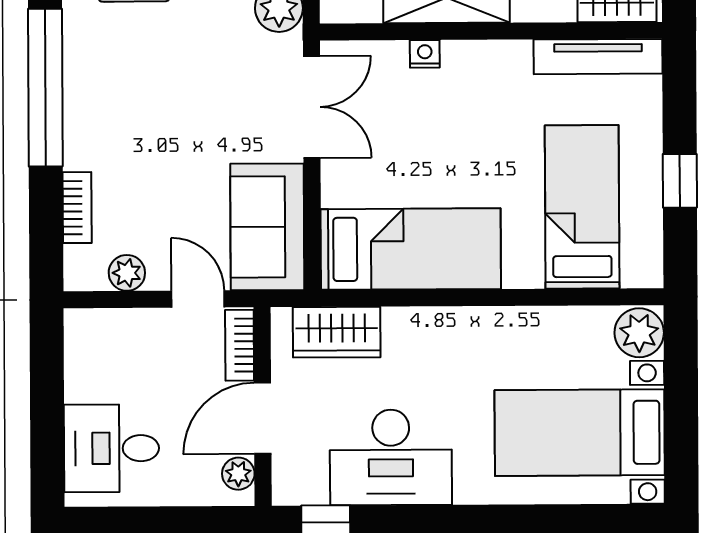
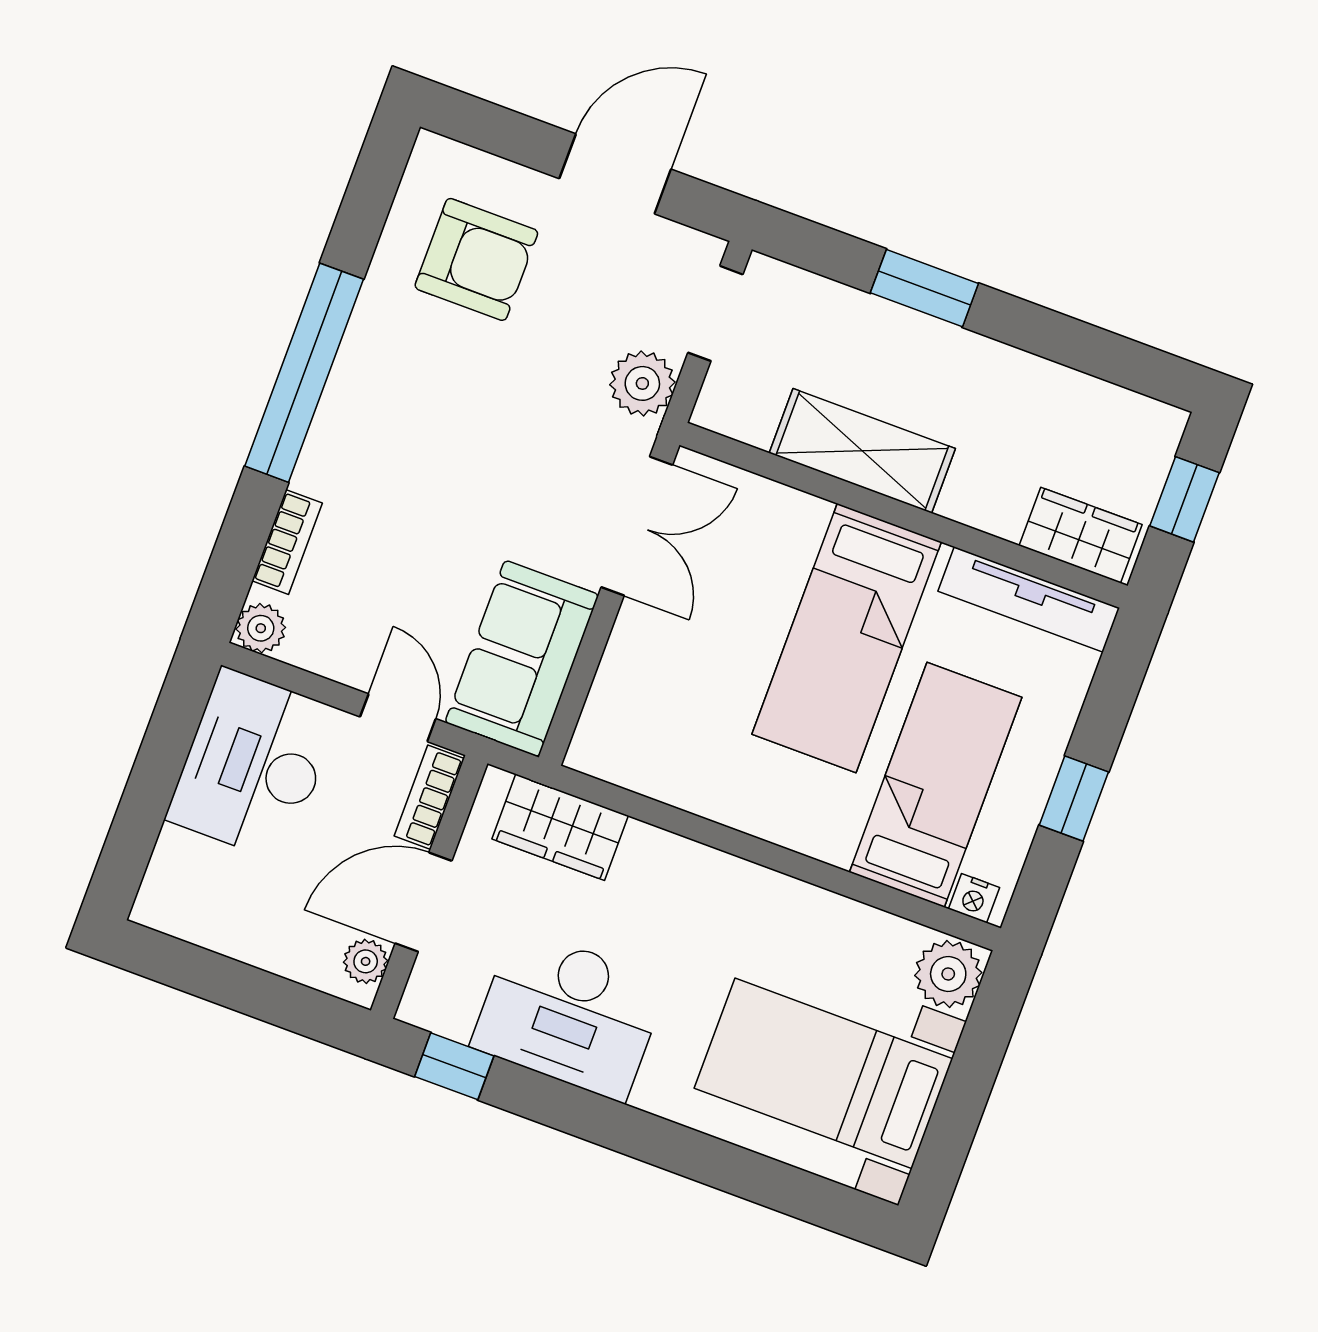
nightstand: (425, 54) -> (974, 898), moved, turned 180
bed: (411, 249) -> (847, 638), moved, turned 90
plant: (127, 273) -> (261, 628), moved
desk: (111, 448) -> (253, 765), moved, width x1.37

